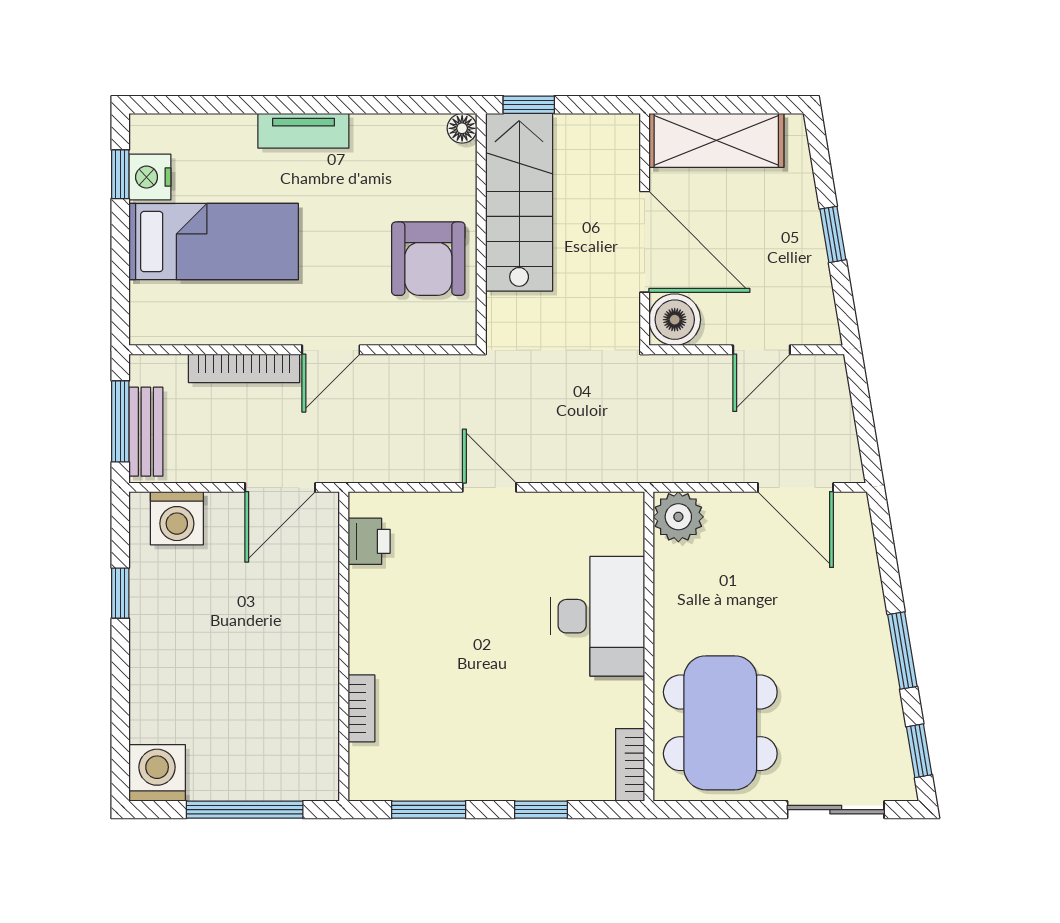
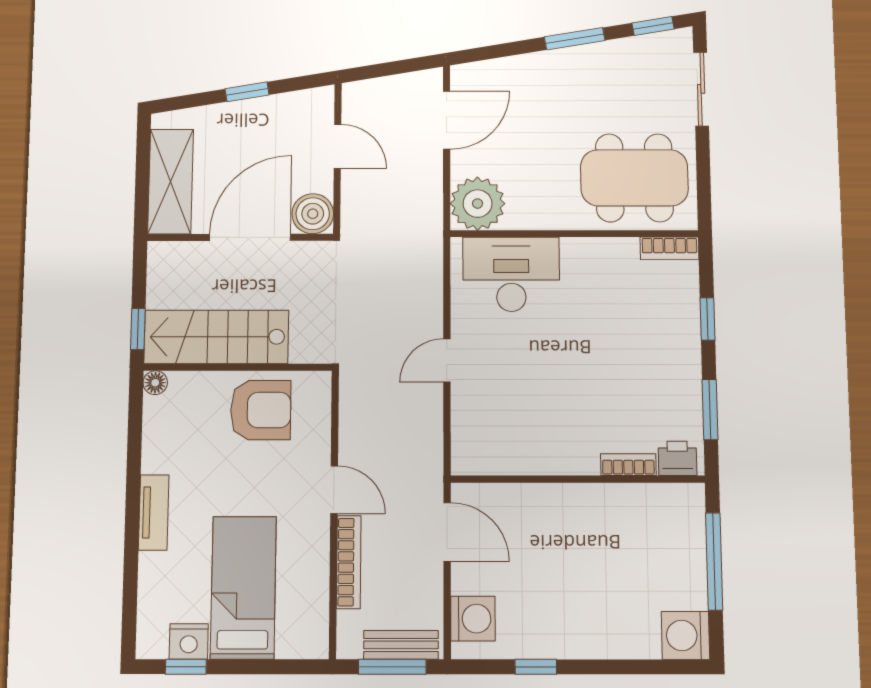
plant: (678, 517) -> (478, 204), width x1.36, depth x1.36
printer: (369, 541) -> (677, 458), moved
desk: (598, 616) -> (511, 274), moved

